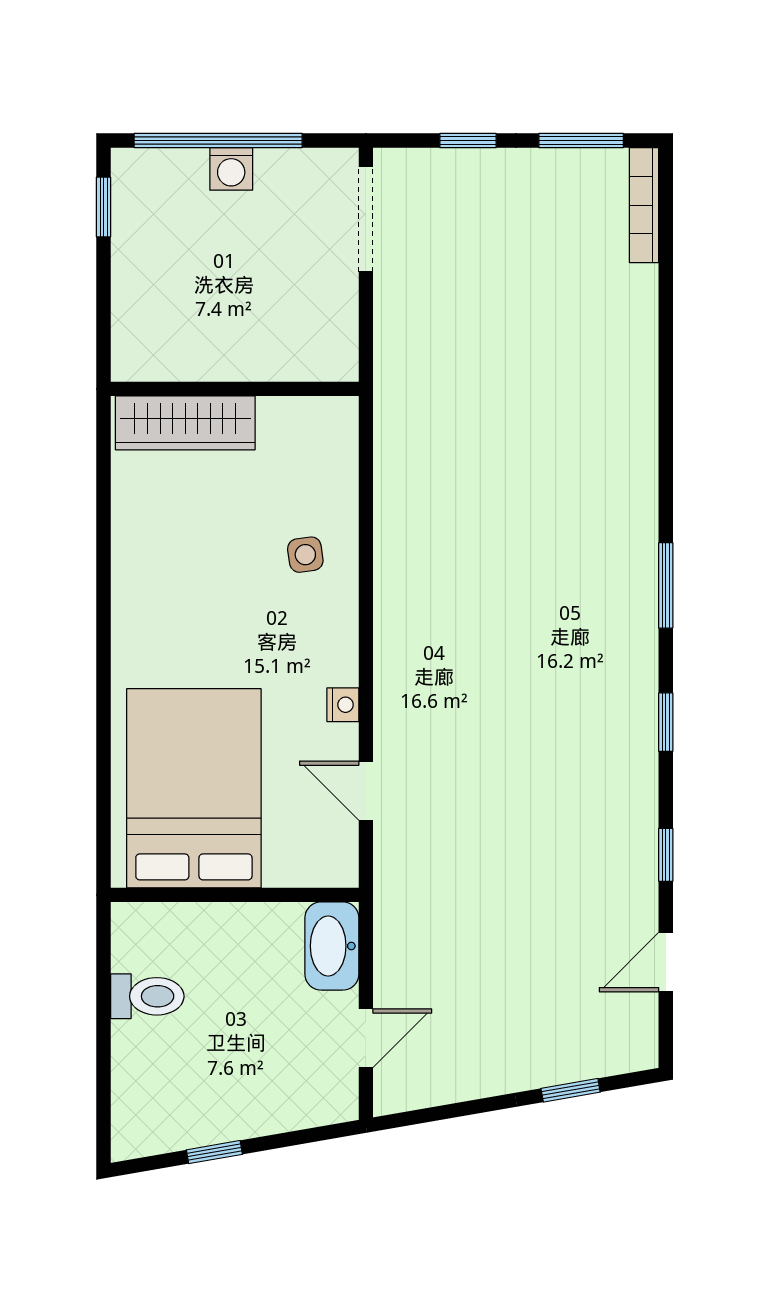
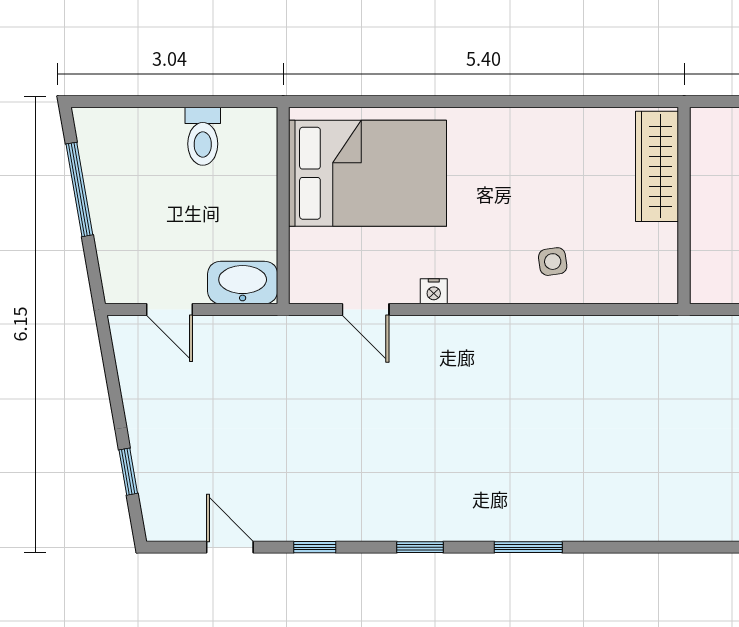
door: (366, 791) -> (366, 310), swing flipped
window: (214, 1152) -> (79, 189), width x2.17

